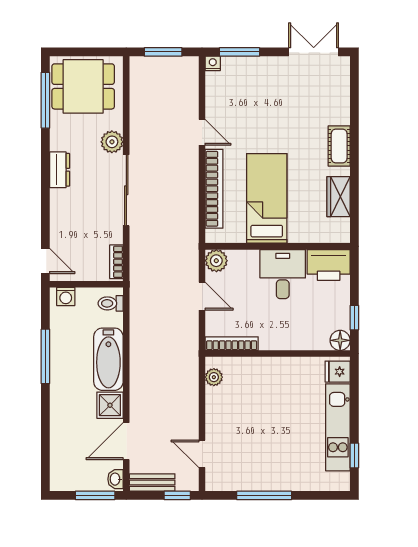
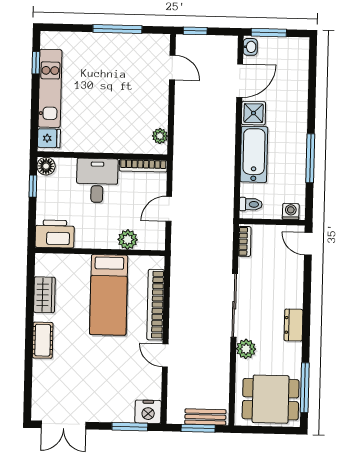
nightstand: (213, 63) -> (148, 412), width x1.89, depth x1.79
plant: (216, 261) -> (128, 240), moved
desk: (283, 274) -> (97, 180), moved, turned 180
door: (202, 296) -> (169, 209), hinge flipped
bench: (152, 483) -> (205, 417), moved

